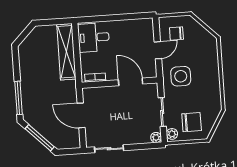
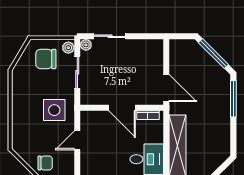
chair: (176, 34) -> (45, 163), moved
door: (131, 82) -> (122, 108), moved
door: (81, 115) -> (166, 88), moved
sliding door: (109, 149) -> (110, 36), moved

